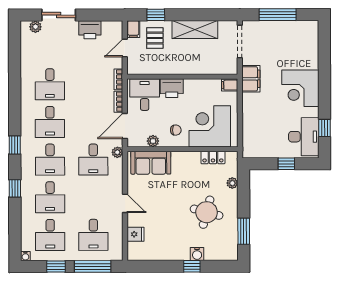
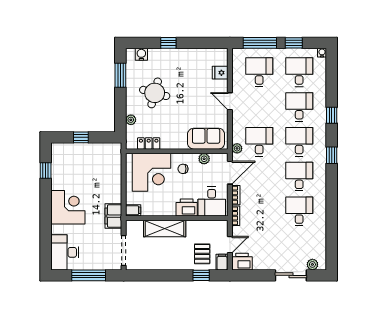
printer: (90, 30) -> (242, 262), moved
shelving: (195, 30) -> (165, 229), moved
desk: (304, 137) -> (65, 252), moved
water cooler: (197, 254) -> (141, 54), moved

